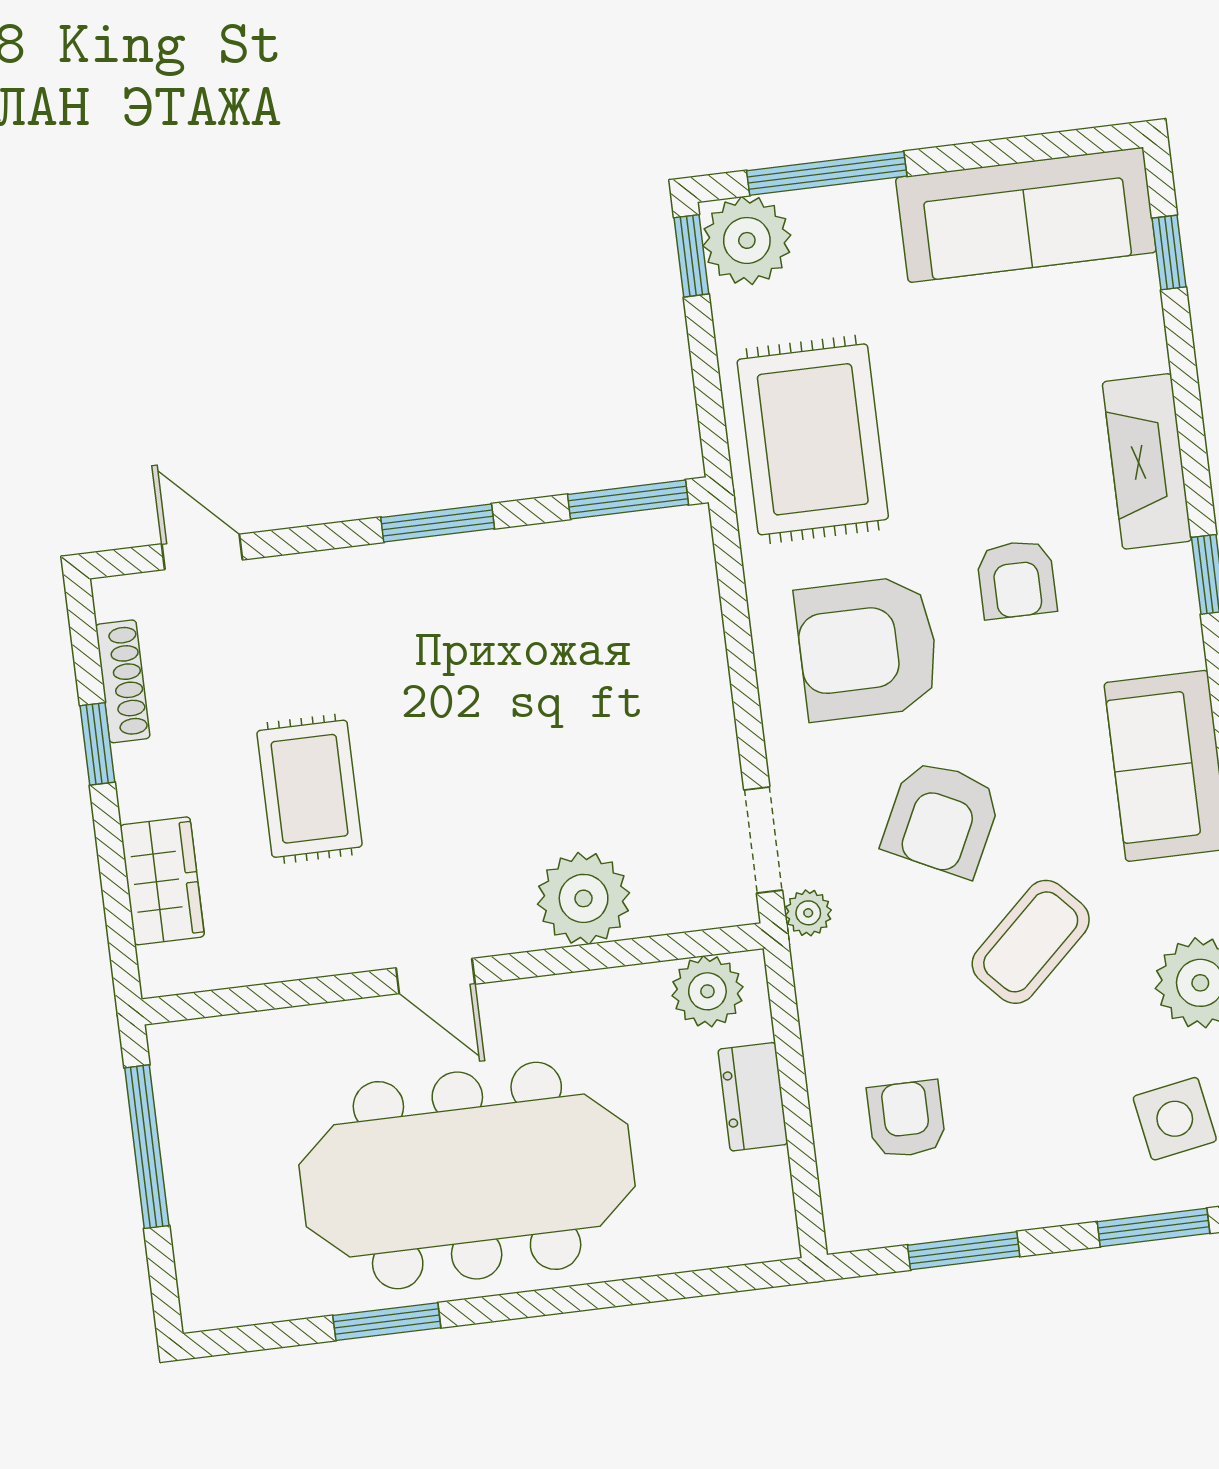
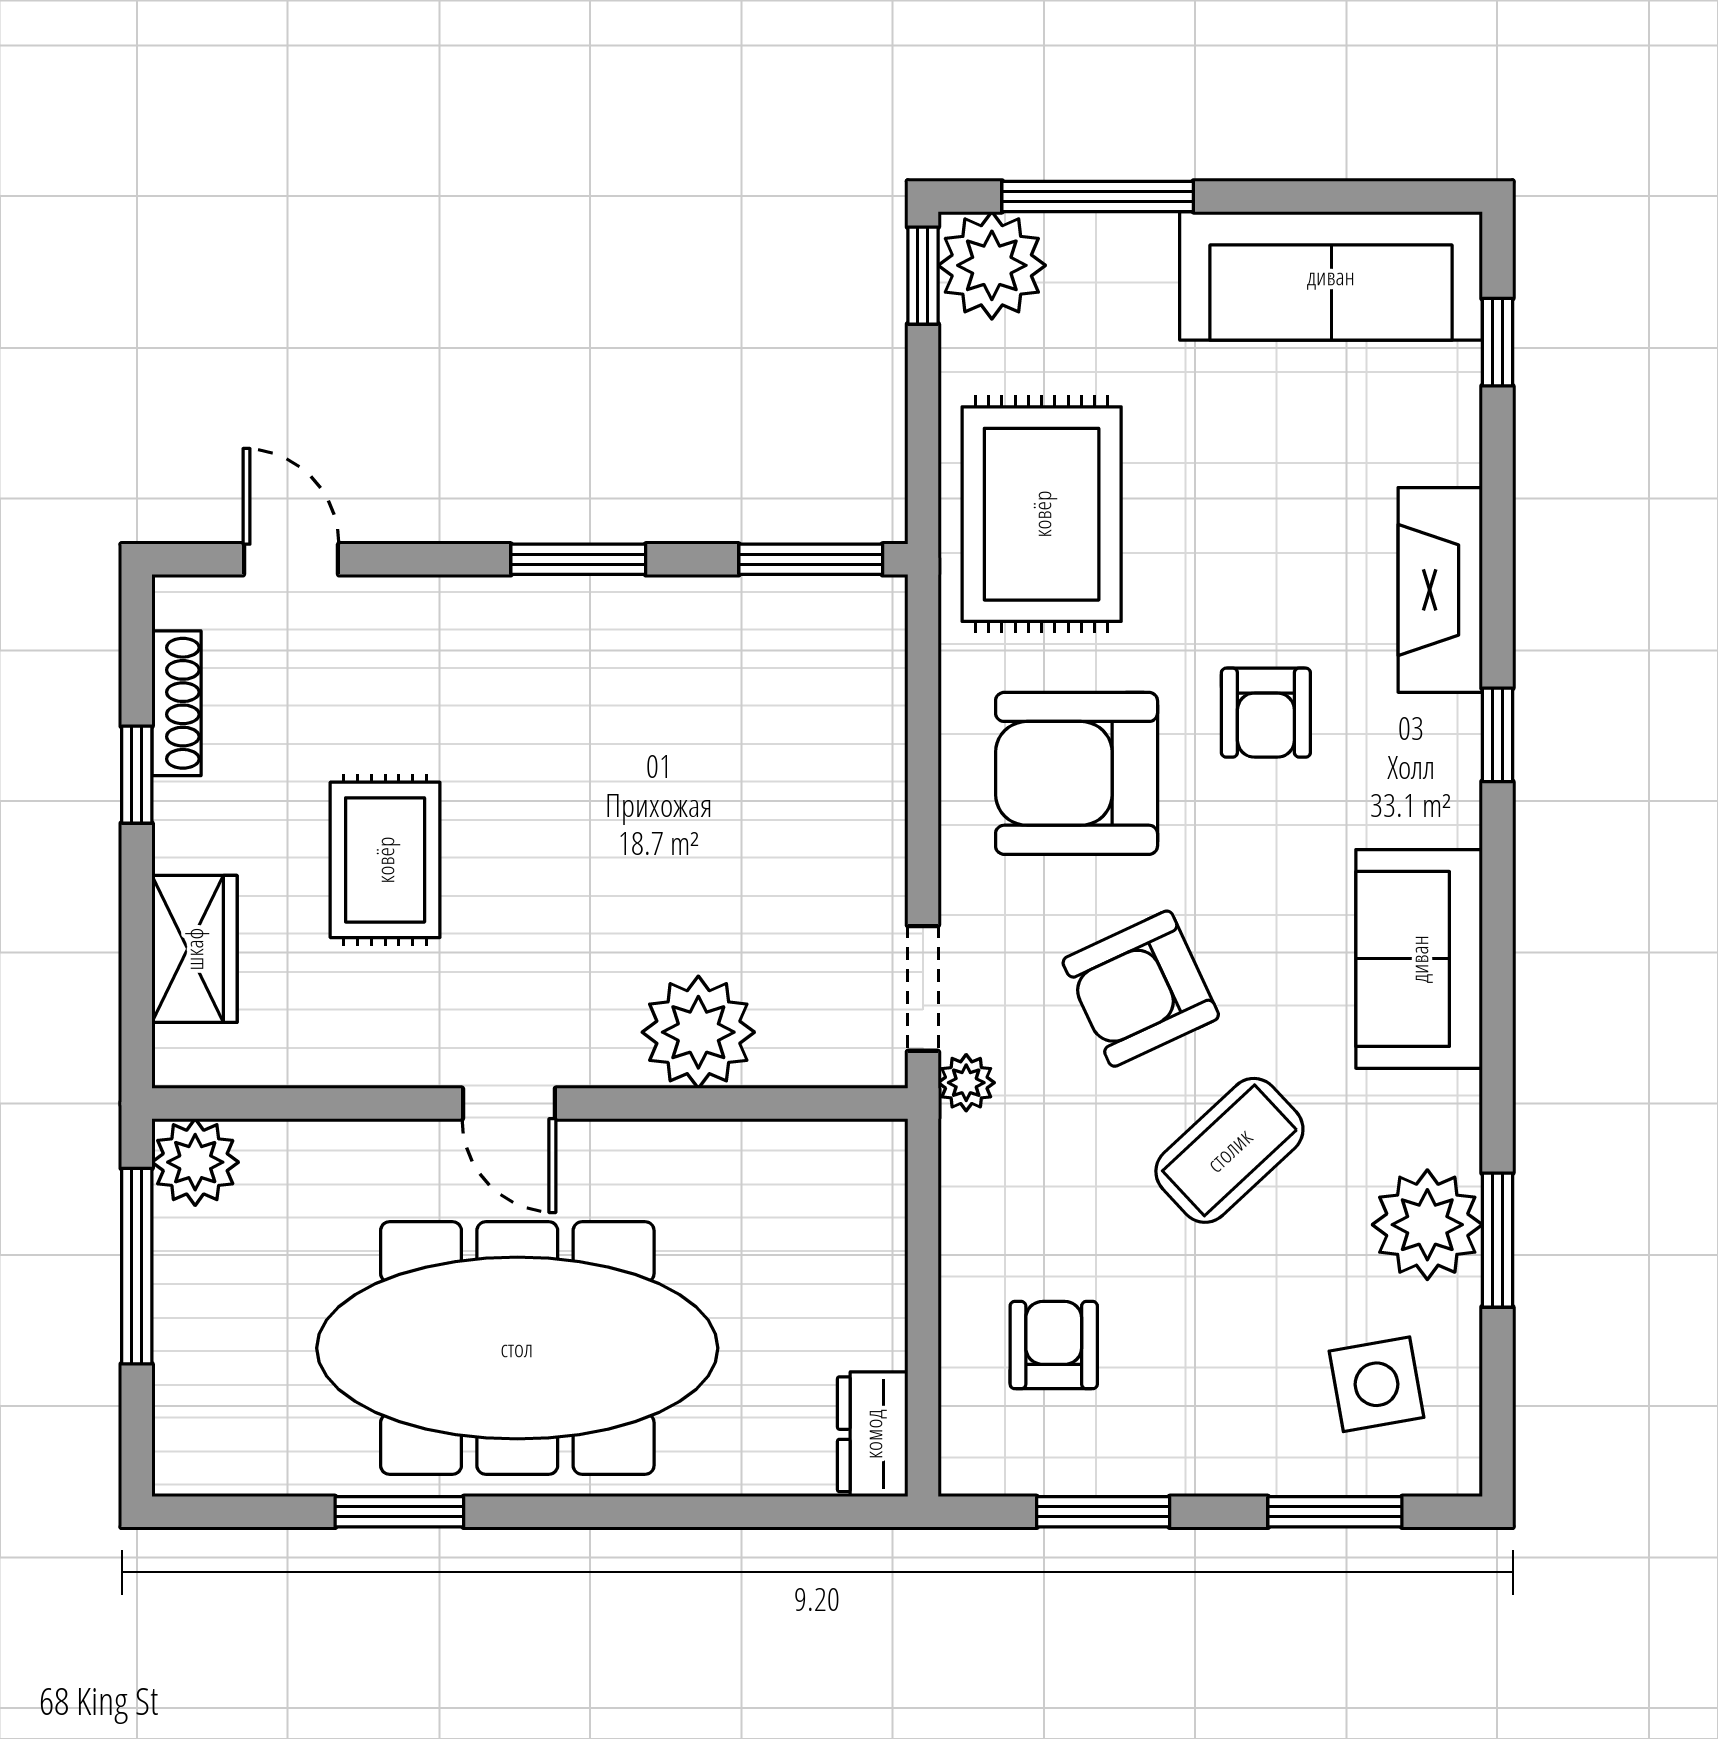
armchair: (942, 818) -> (1141, 989), turned 39
plant: (707, 991) -> (195, 1162), moved
dresser: (753, 1097) -> (873, 1434), moved

